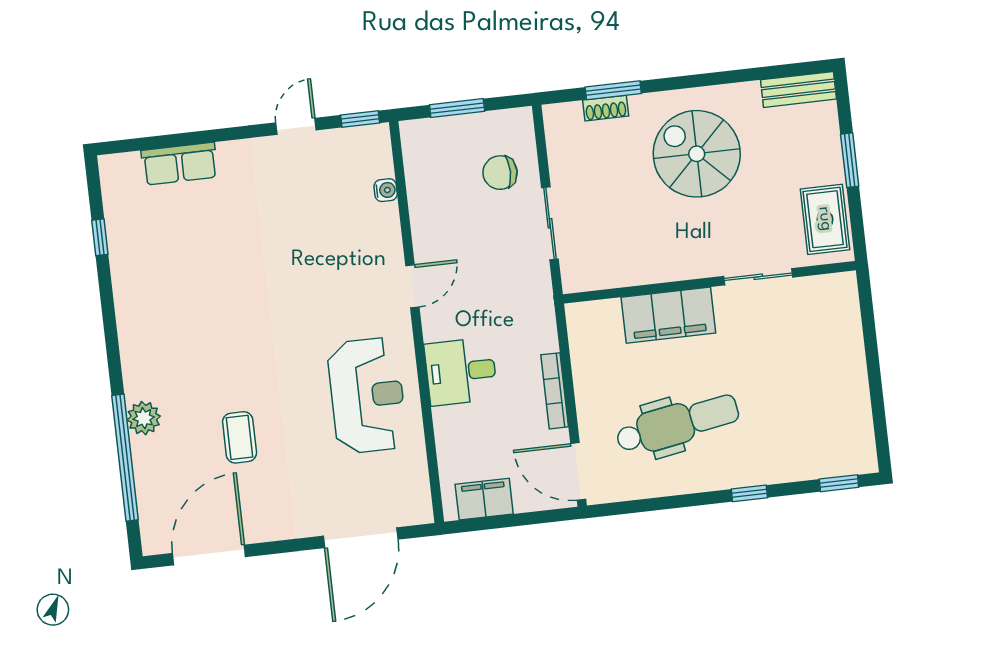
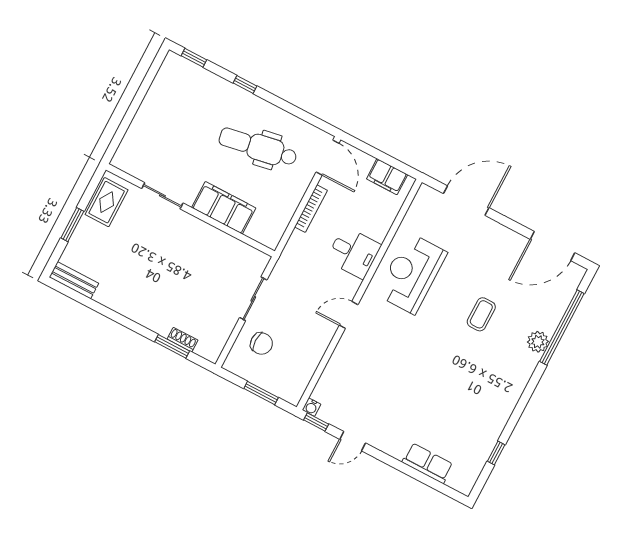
spiral stairs: (697, 154) -> (151, 283), removed
water cooler: (386, 190) -> (312, 407), moved, turned -90
coffee table: (240, 437) -> (481, 314), moved

